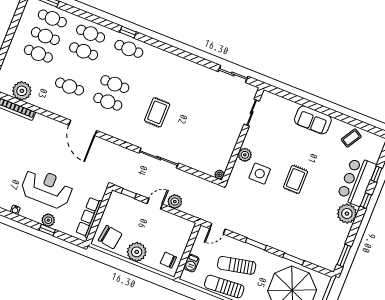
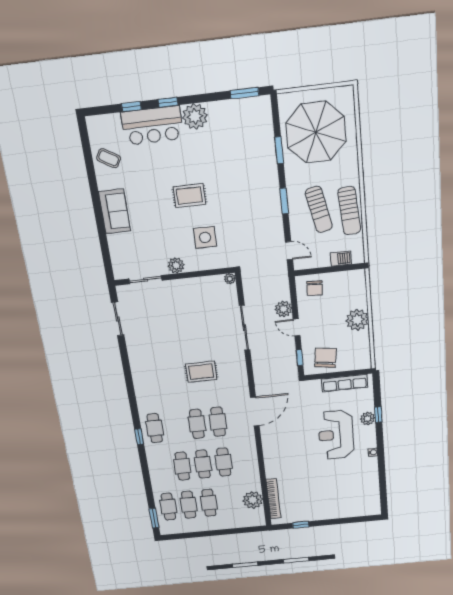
cafe table: (91, 34) -> (203, 464), moved
door: (83, 128) -> (255, 412), moved
plant: (245, 155) -> (176, 265), moved
sliding door: (159, 158) -> (244, 328), moved
chair: (110, 237) -> (325, 358), moved
chair: (168, 260) -> (315, 288), moved

